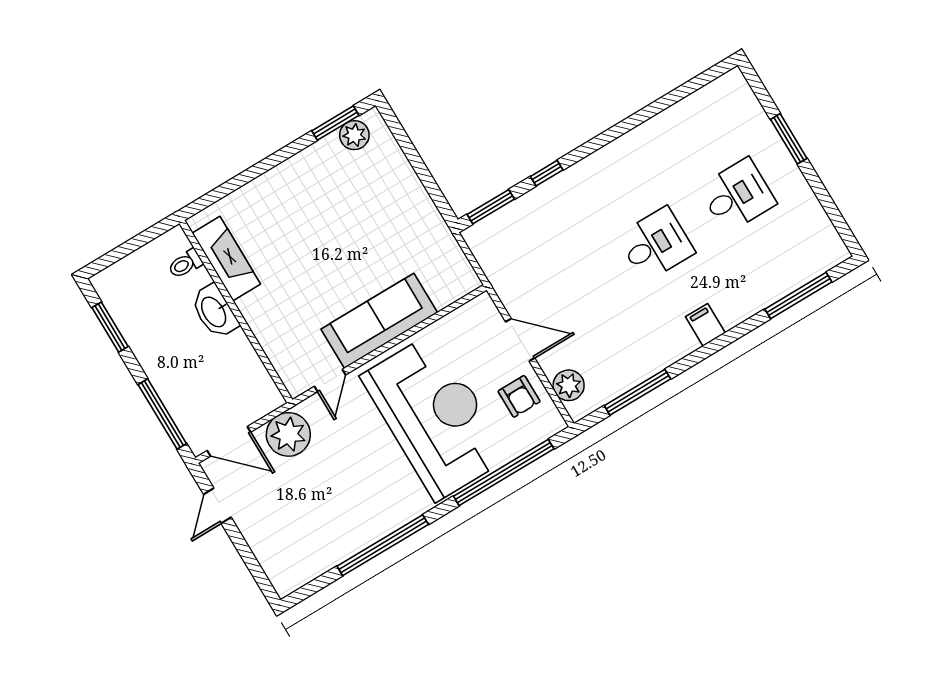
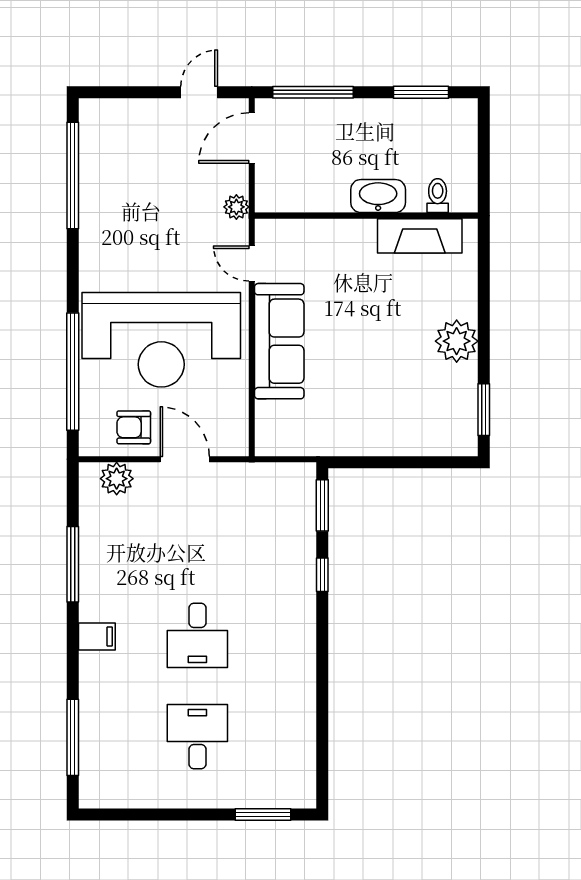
plant: (354, 135) -> (457, 341), moved, width x1.36, depth x1.36
window: (789, 139) -> (263, 815), moved
desk: (737, 195) -> (197, 737), turned 180
door: (520, 340) -> (185, 459), swing flipped
window: (637, 392) -> (73, 564), moved
plant: (288, 434) -> (236, 207), width x0.53, depth x0.53
door: (217, 506) -> (199, 92), hinge flipped
window: (383, 545) -> (73, 176), moved

